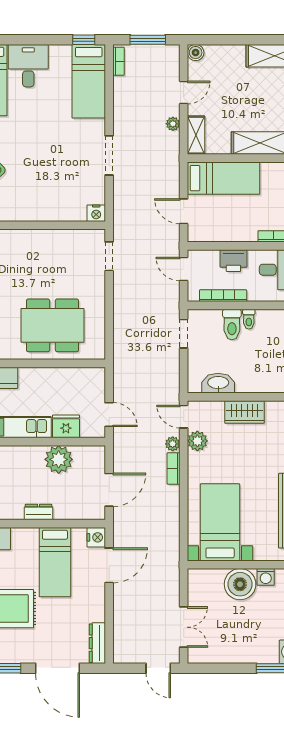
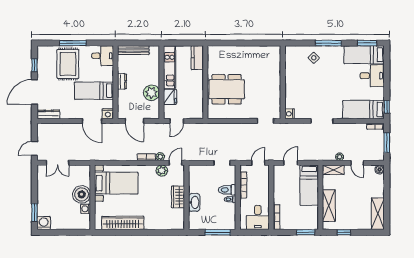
printer: (233, 261) -> (263, 191), removed
dining table: (52, 325) -> (227, 89), turned 90
washbasin: (218, 383) -> (194, 202), moved

